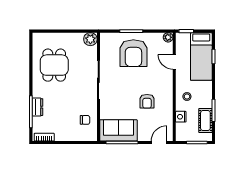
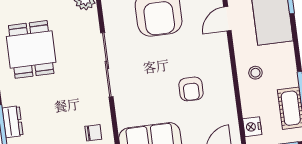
door: (174, 62) -> (227, 19), hinge flipped
nightstand: (181, 117) -> (252, 127), moved

